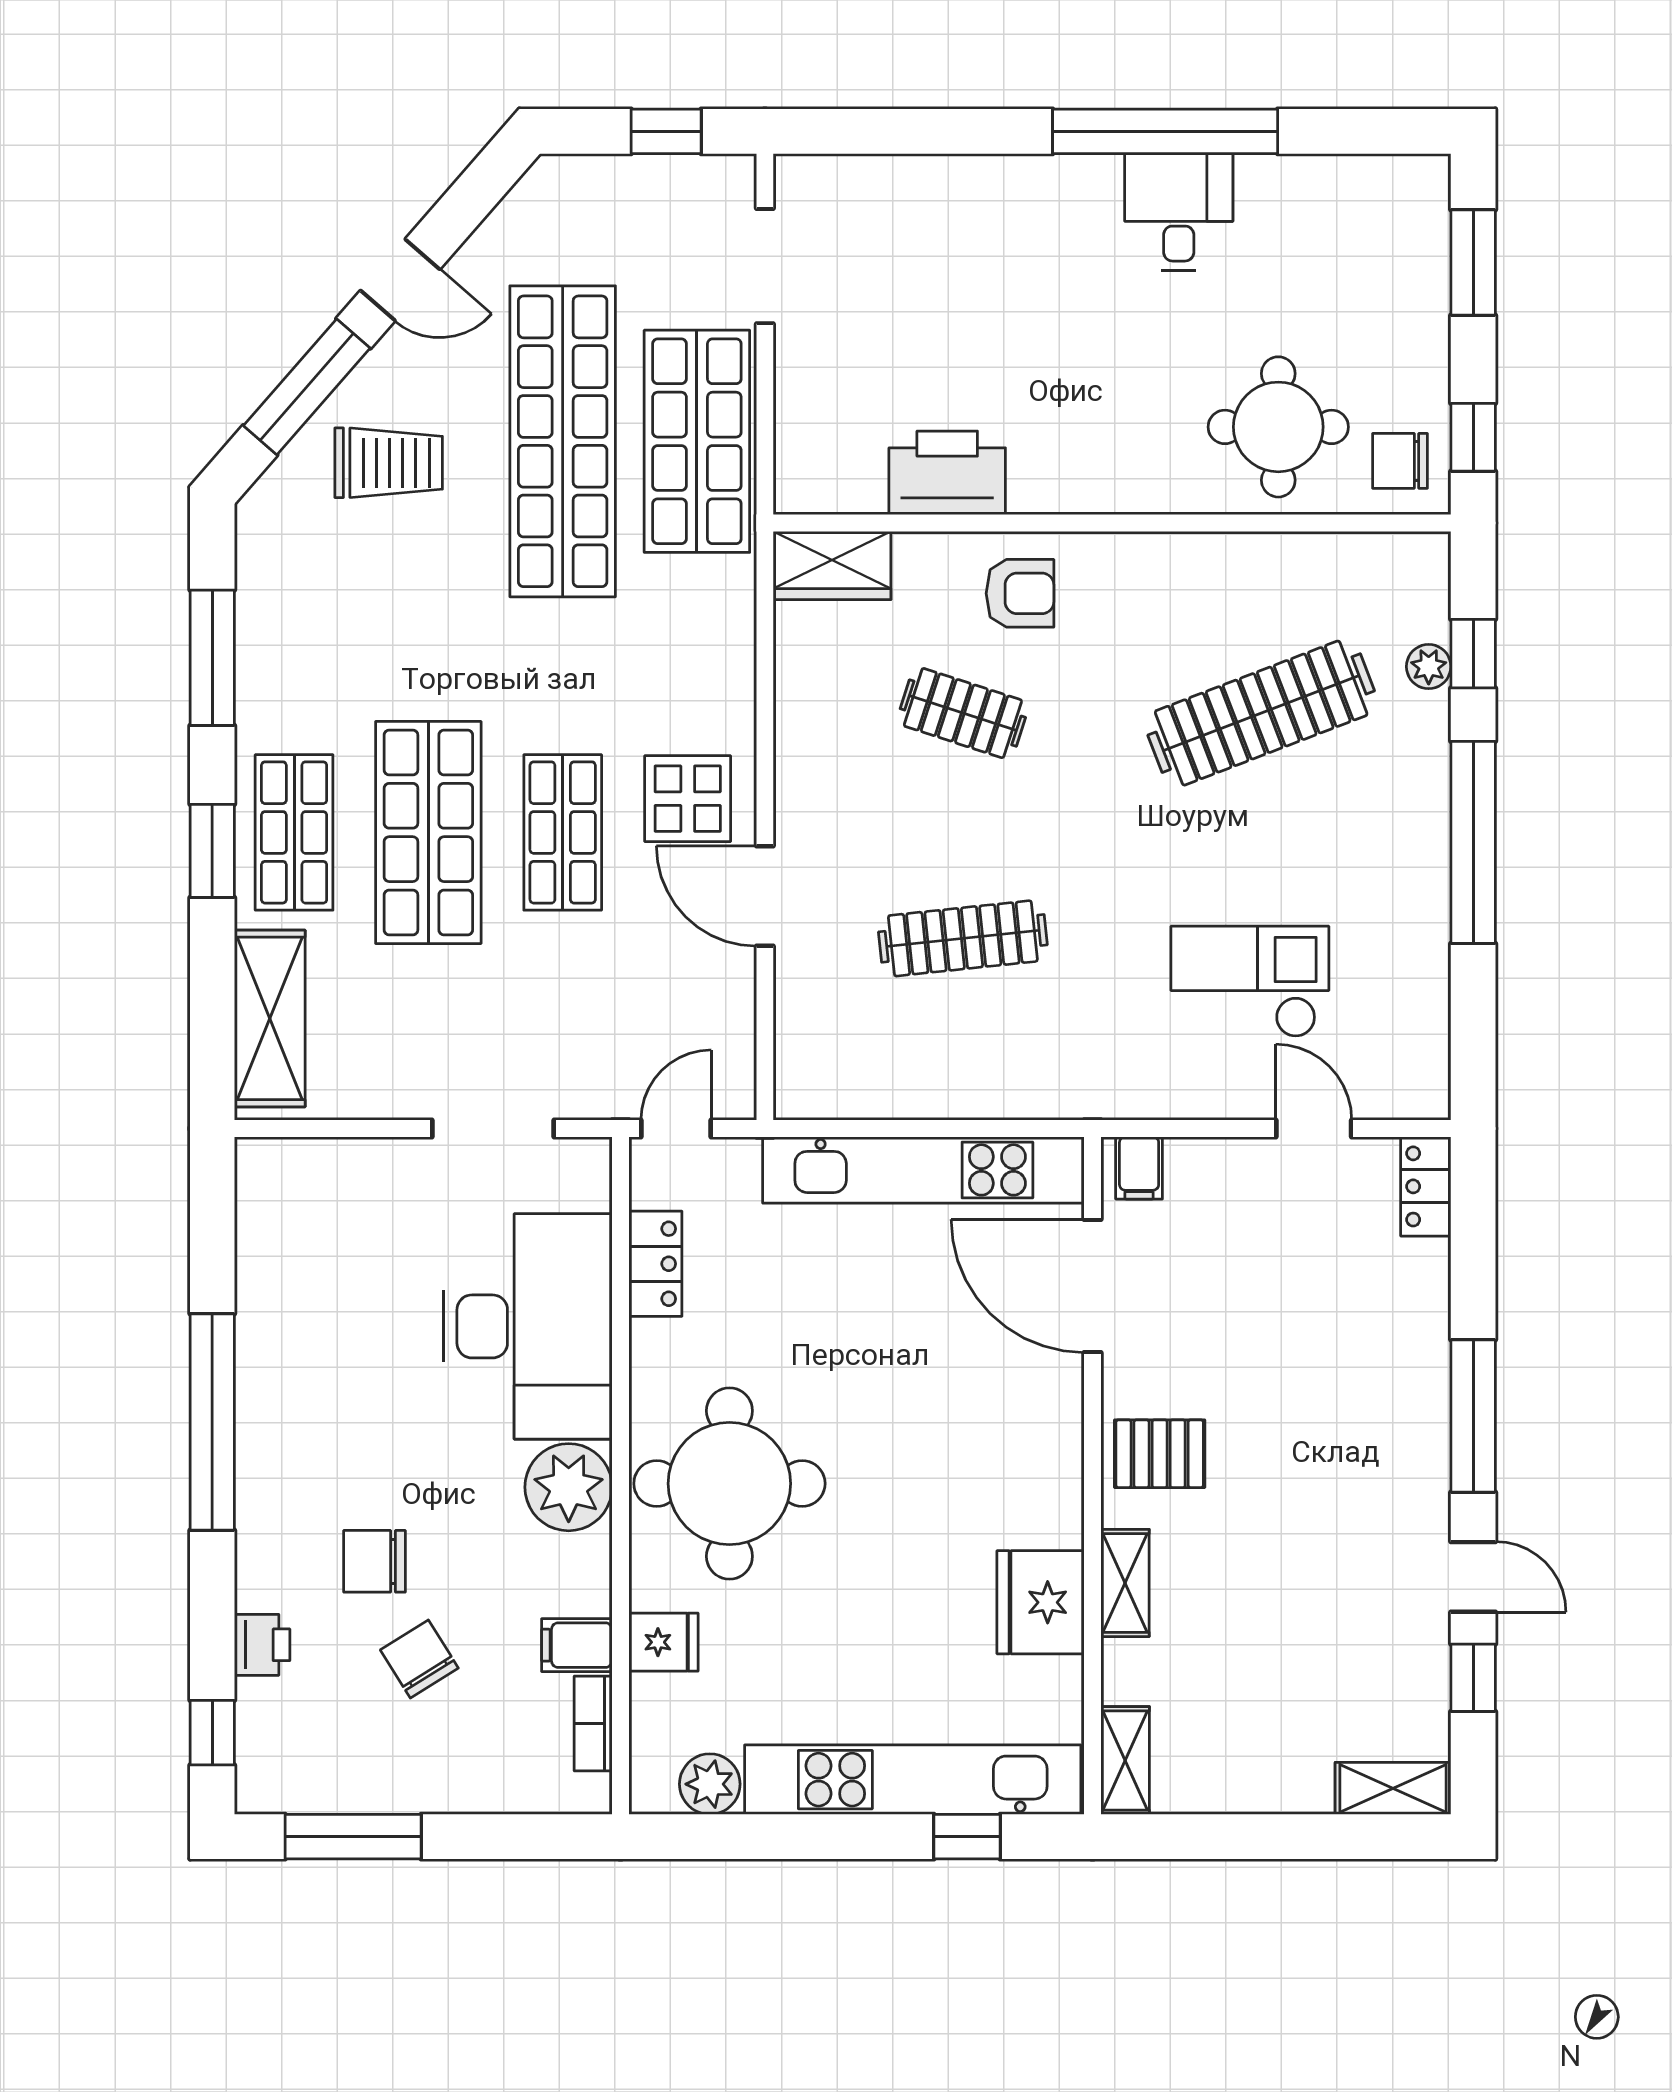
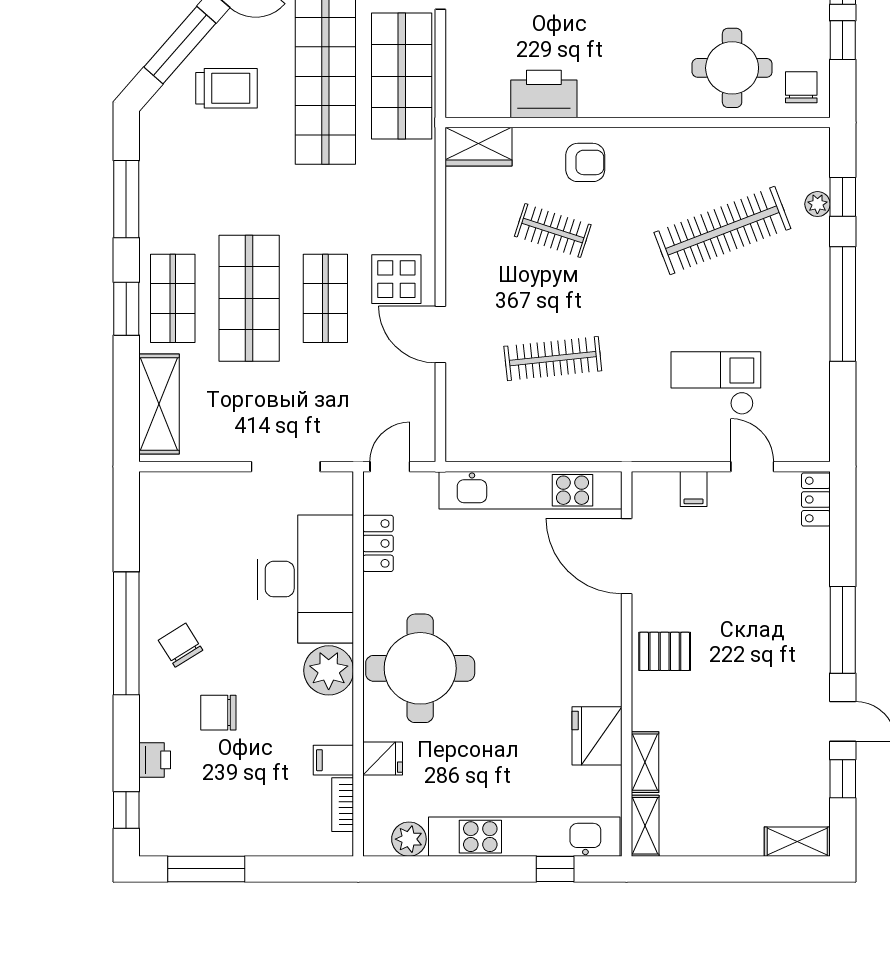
window: (1473, 437) -> (843, 40), moved
chair: (1400, 461) -> (801, 87), turned 90
filing cabinet: (1139, 1168) -> (694, 489), moved
shelving: (1125, 1583) -> (645, 762), moved
chair: (419, 1659) -> (181, 645), moved

